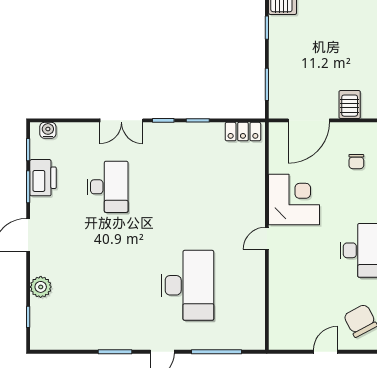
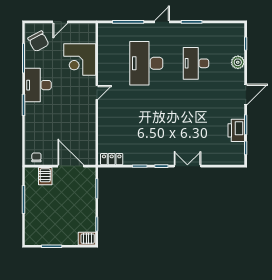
door: (309, 120) -> (71, 166), hinge flipped
water cooler: (48, 130) -> (233, 160), removed
chair: (356, 162) -> (36, 157), moved
desk: (108, 187) -> (196, 63), moved
corner desk: (294, 199) -> (80, 59), moved

